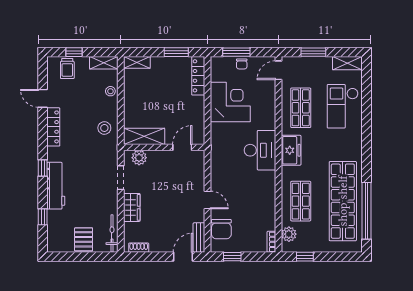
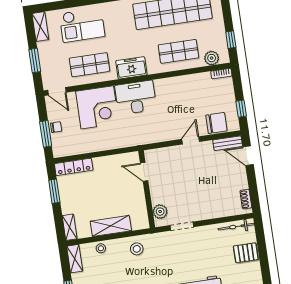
corner desk: (230, 102) -> (97, 107), moved, turned 180
shelving: (144, 136) -> (111, 226), moved, turned 90
wardrobe: (132, 207) -> (209, 211), removed

